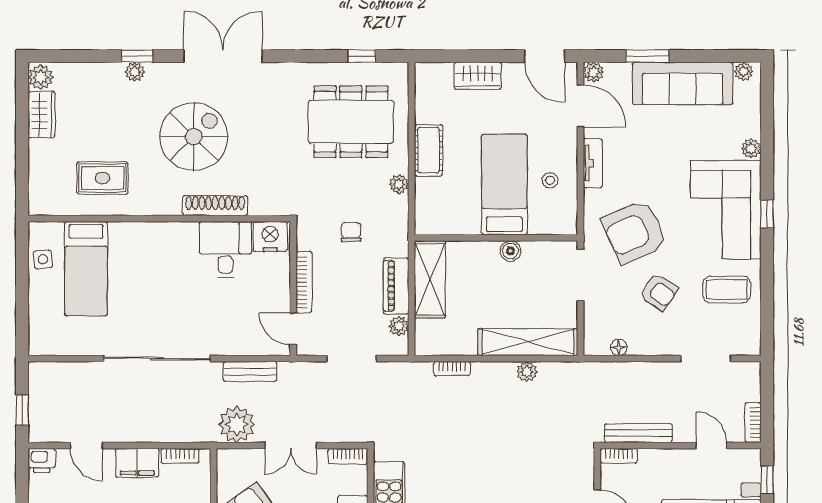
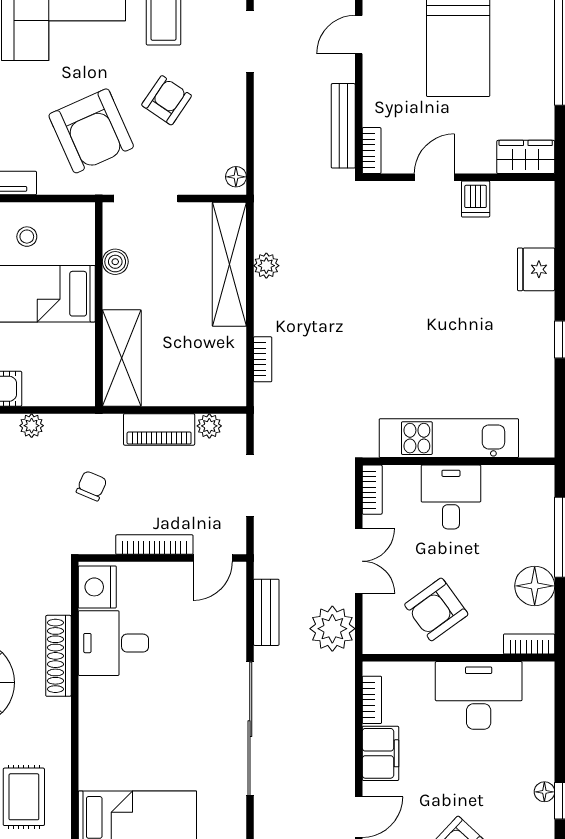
chair: (351, 232) -> (92, 486), turned 113
boiler: (511, 251) -> (115, 262), moved
shelving: (430, 279) -> (122, 358), moved, turned 90
floor lamp: (619, 347) -> (236, 177), moved

